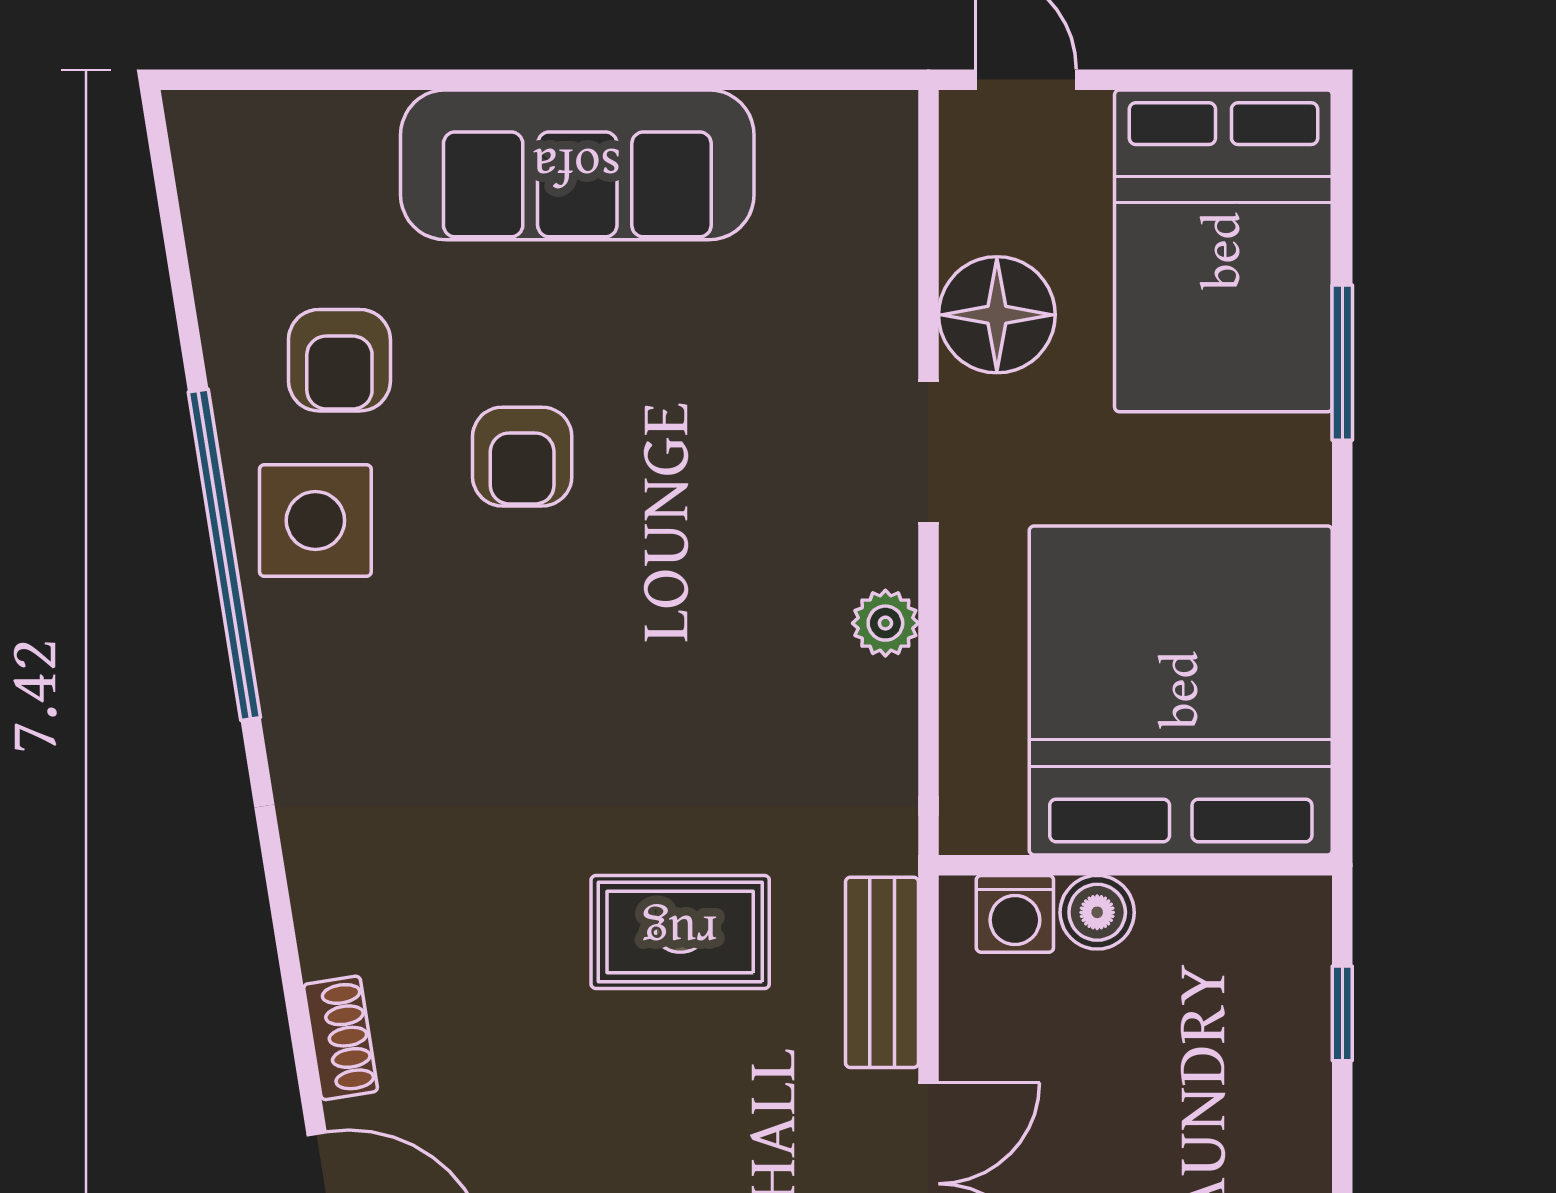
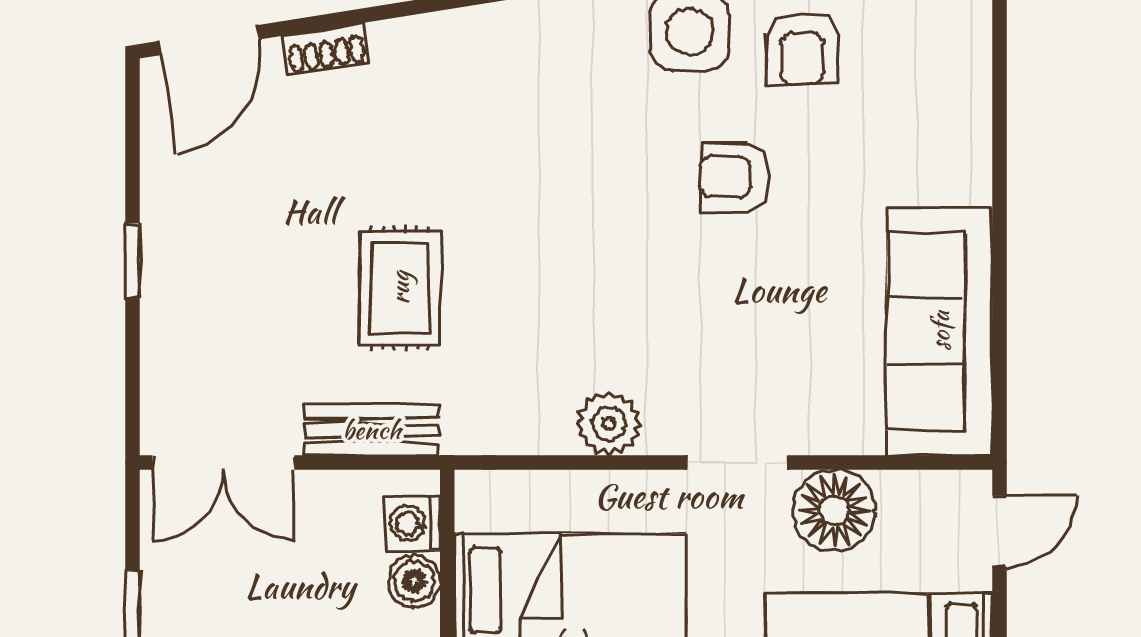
sofa: (577, 165) -> (940, 331), moved
armchair: (339, 360) -> (802, 48), turned -90
plant: (885, 623) -> (609, 423), width x1.38, depth x1.38

